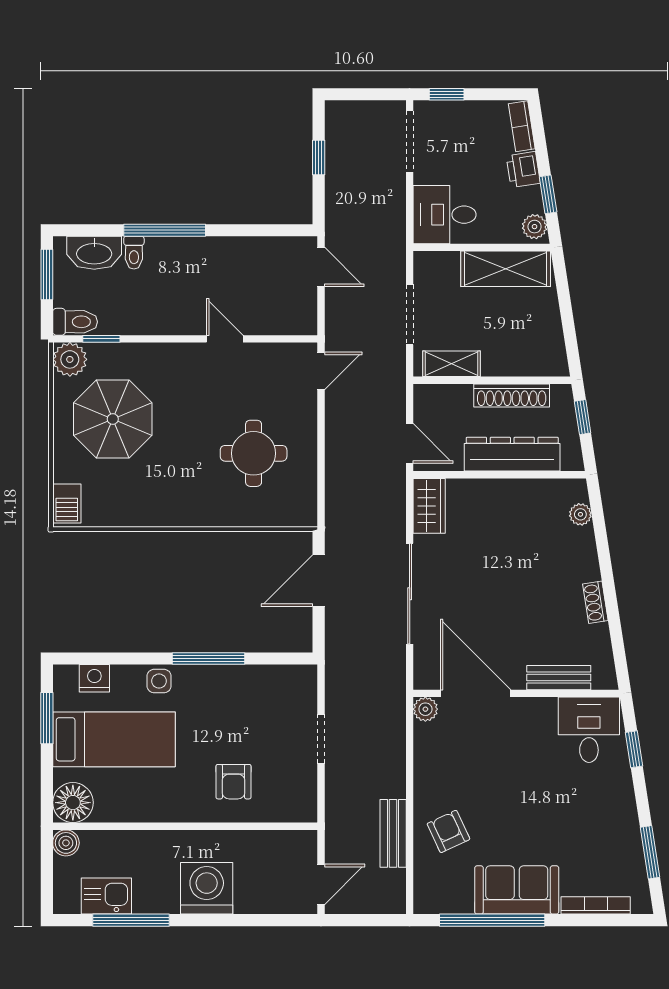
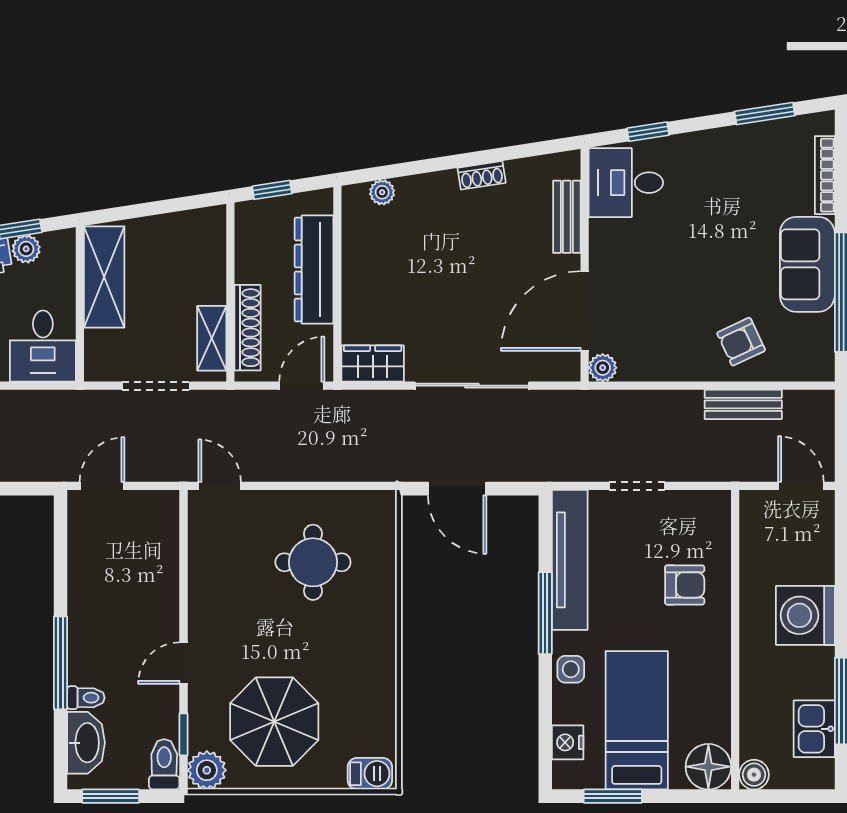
plant: (535, 227) -> (26, 249), moved
door: (225, 339) -> (184, 663), moved
shoe rack: (512, 395) -> (248, 328), moved
tv unit: (256, 680) -> (570, 560), added

